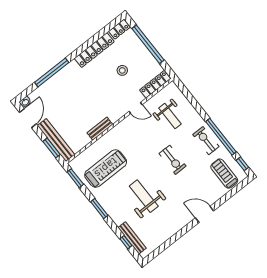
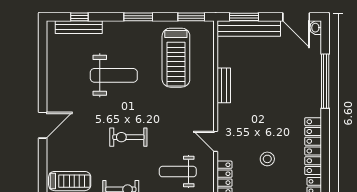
door: (136, 108) -> (216, 141), hinge flipped

